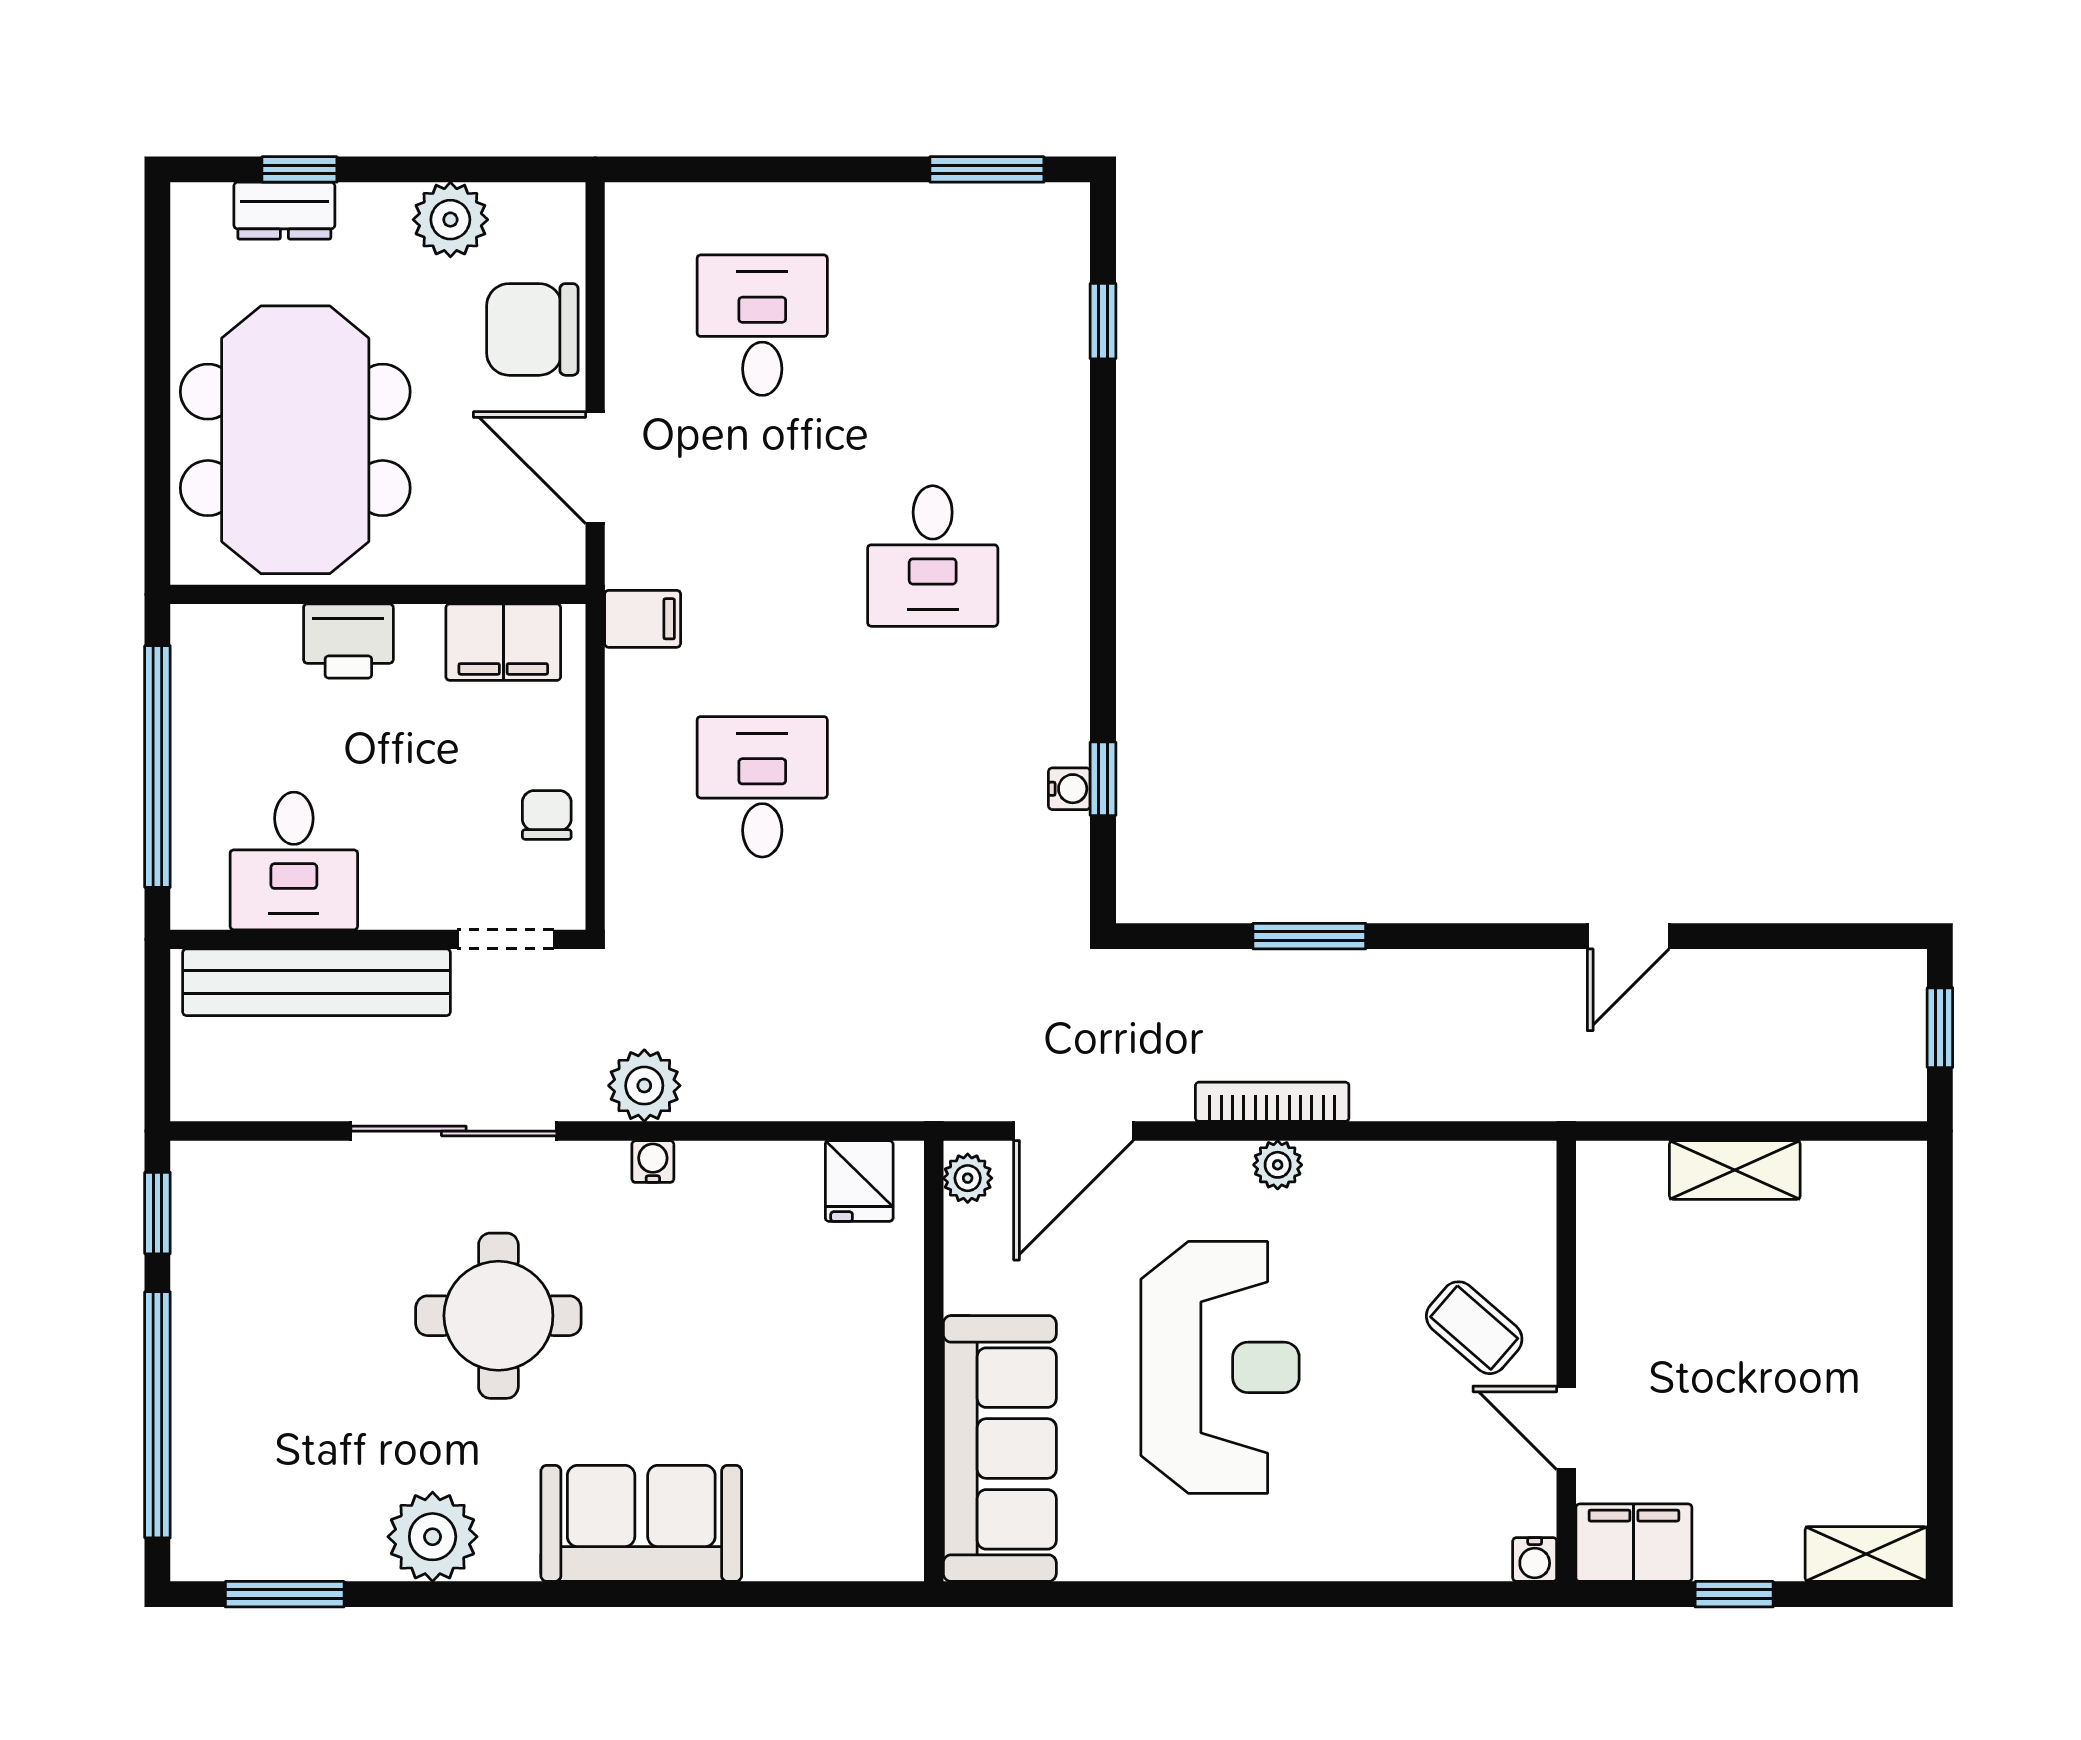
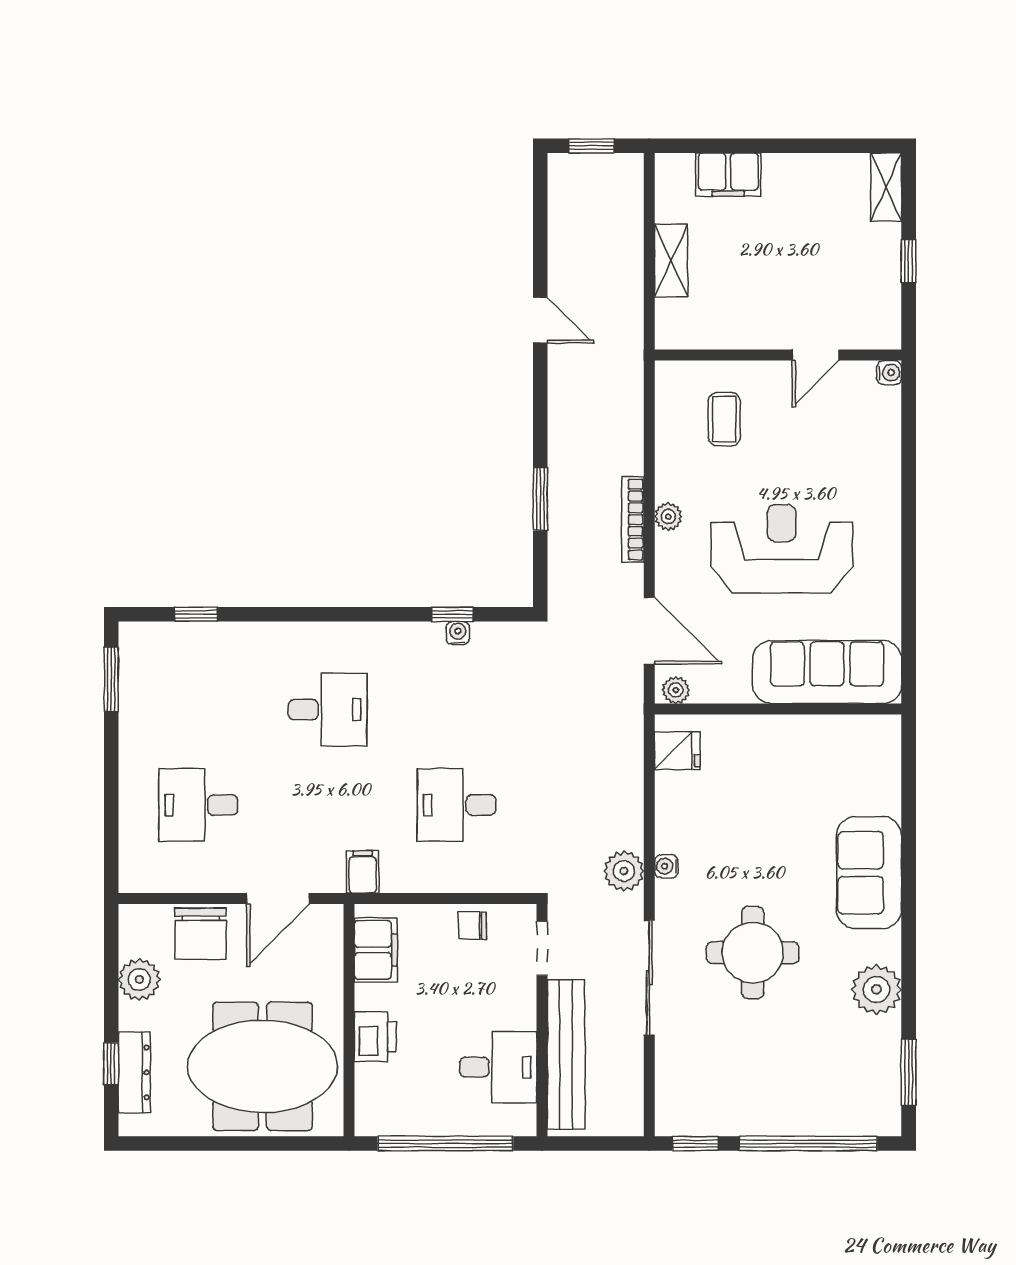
dresser: (284, 211) -> (134, 1072), width x1.44
coffee table: (1474, 1328) -> (724, 419), moved, turned -41
filing cabinet: (1634, 1543) -> (728, 175), moved, turned -90

